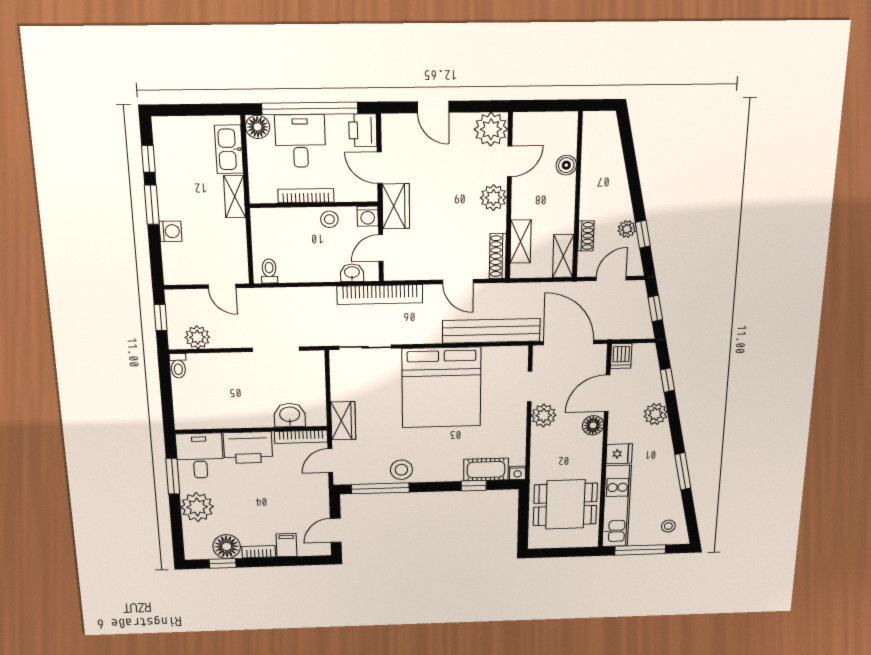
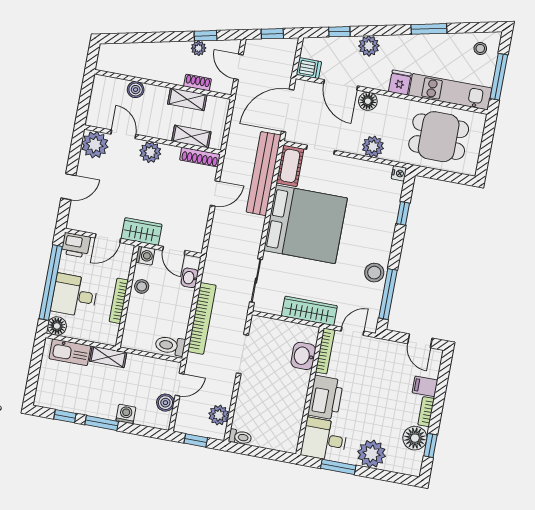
shelving: (563, 256) -> (187, 99), moved
toilet: (269, 271) -> (170, 346), width x1.37, depth x1.39
boiler: (196, 274) -> (165, 403), added
bookcase: (380, 294) -> (202, 318), moved
plant: (544, 416) -> (373, 147), moved
wardrobe: (343, 421) -> (309, 311), width x1.50
door: (330, 461) -> (353, 331), swing flipped
cot: (486, 470) -> (290, 166), moved
dining table: (565, 504) -> (439, 137), turned 90

